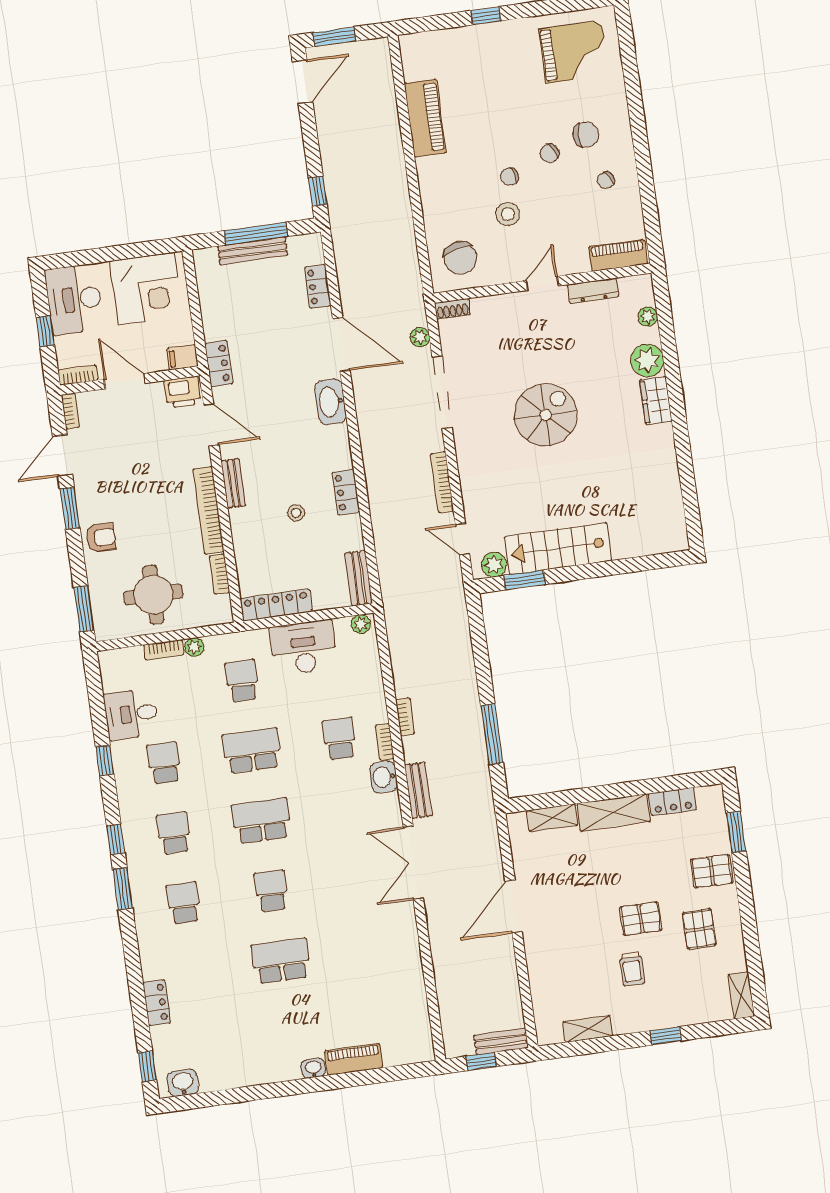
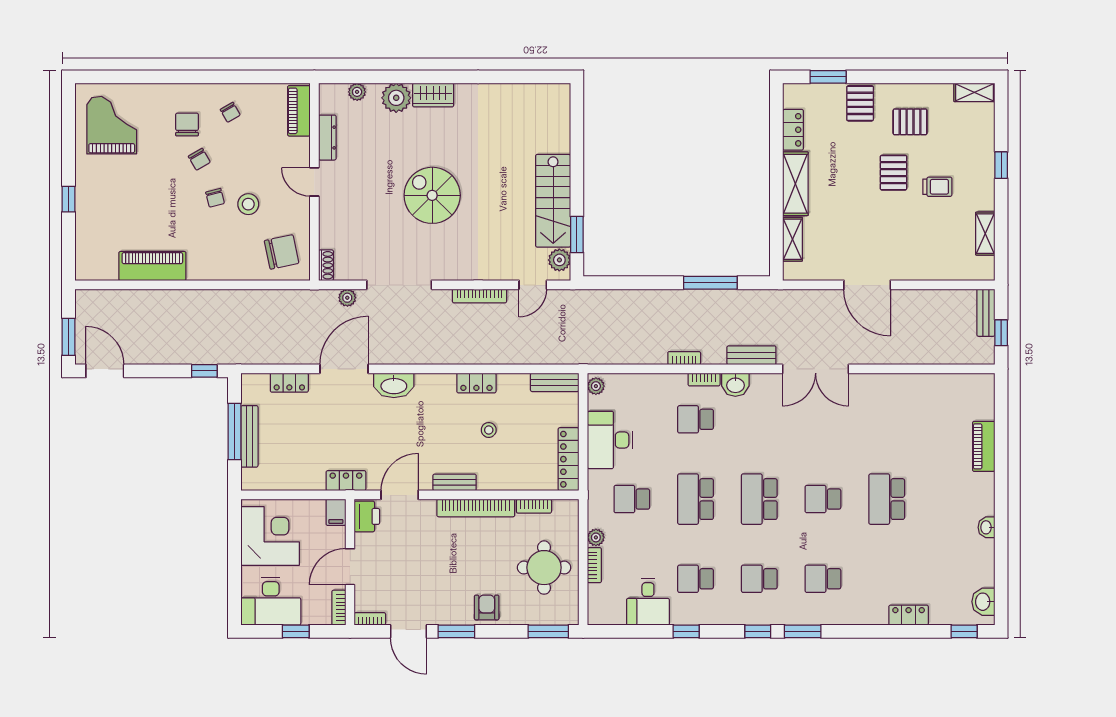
washbasin: (313, 1068) -> (986, 527), moved

